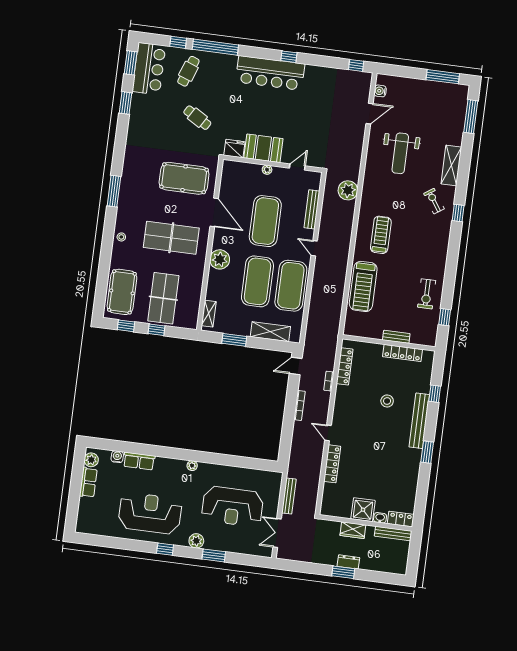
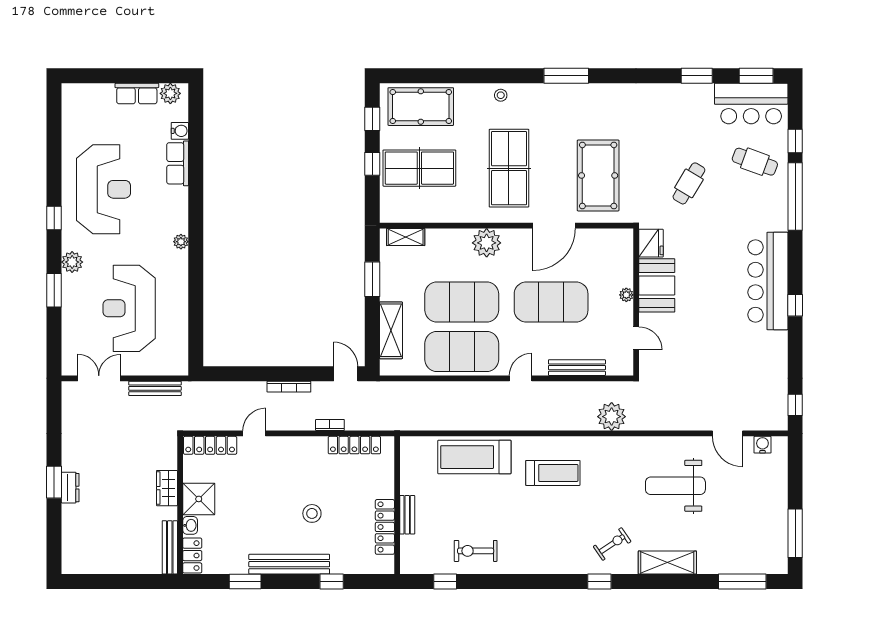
shower: (363, 510) -> (199, 499), moved
washbasin: (380, 518) -> (190, 525), moved
locker: (401, 519) -> (192, 556), moved
wall: (366, 523) -> (180, 505), moved
wardrobe: (353, 530) -> (167, 488), moved
bench: (393, 533) -> (170, 547), moved

